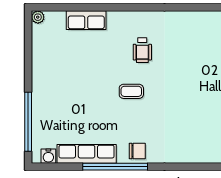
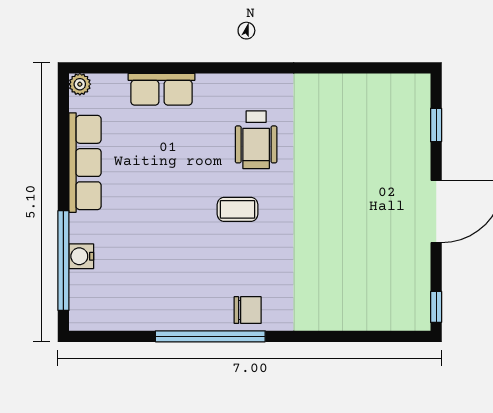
wheelchair: (142, 50) -> (256, 140), width x1.36, depth x1.37
row of seats: (87, 154) -> (85, 163), moved, turned 90
water cooler: (48, 156) -> (81, 256), moved, turned 90

